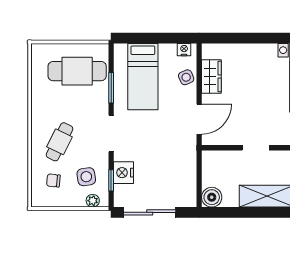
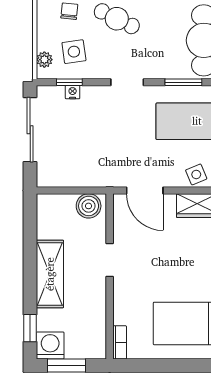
doorway: (111, 134) -> (127, 82), width x0.73
nightstand: (124, 173) -> (73, 92), width x0.53, depth x0.56
boiler: (212, 197) -> (89, 206), moved

